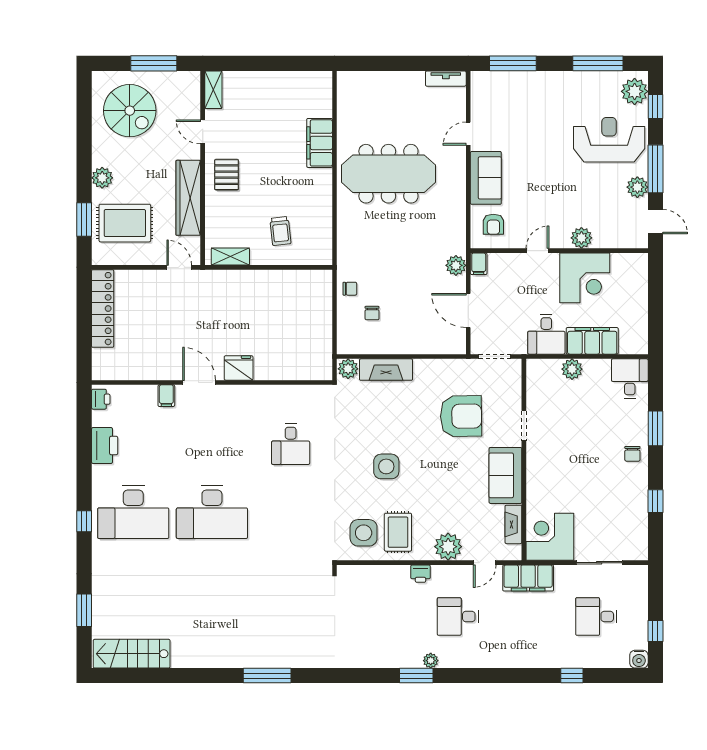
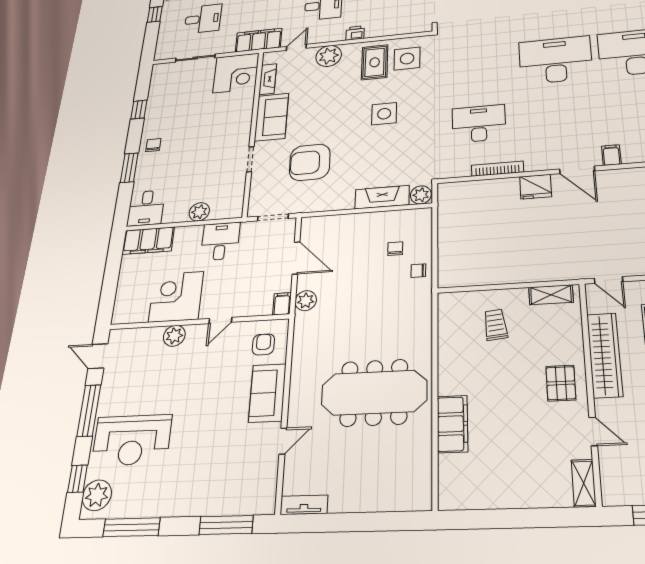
plant: (637, 187) -> (110, 390), removed
filing cabinet: (592, 341) -> (148, 241), moved
bookcase: (274, 391) -> (497, 169), added
desk: (291, 444) -> (479, 124), width x1.37

